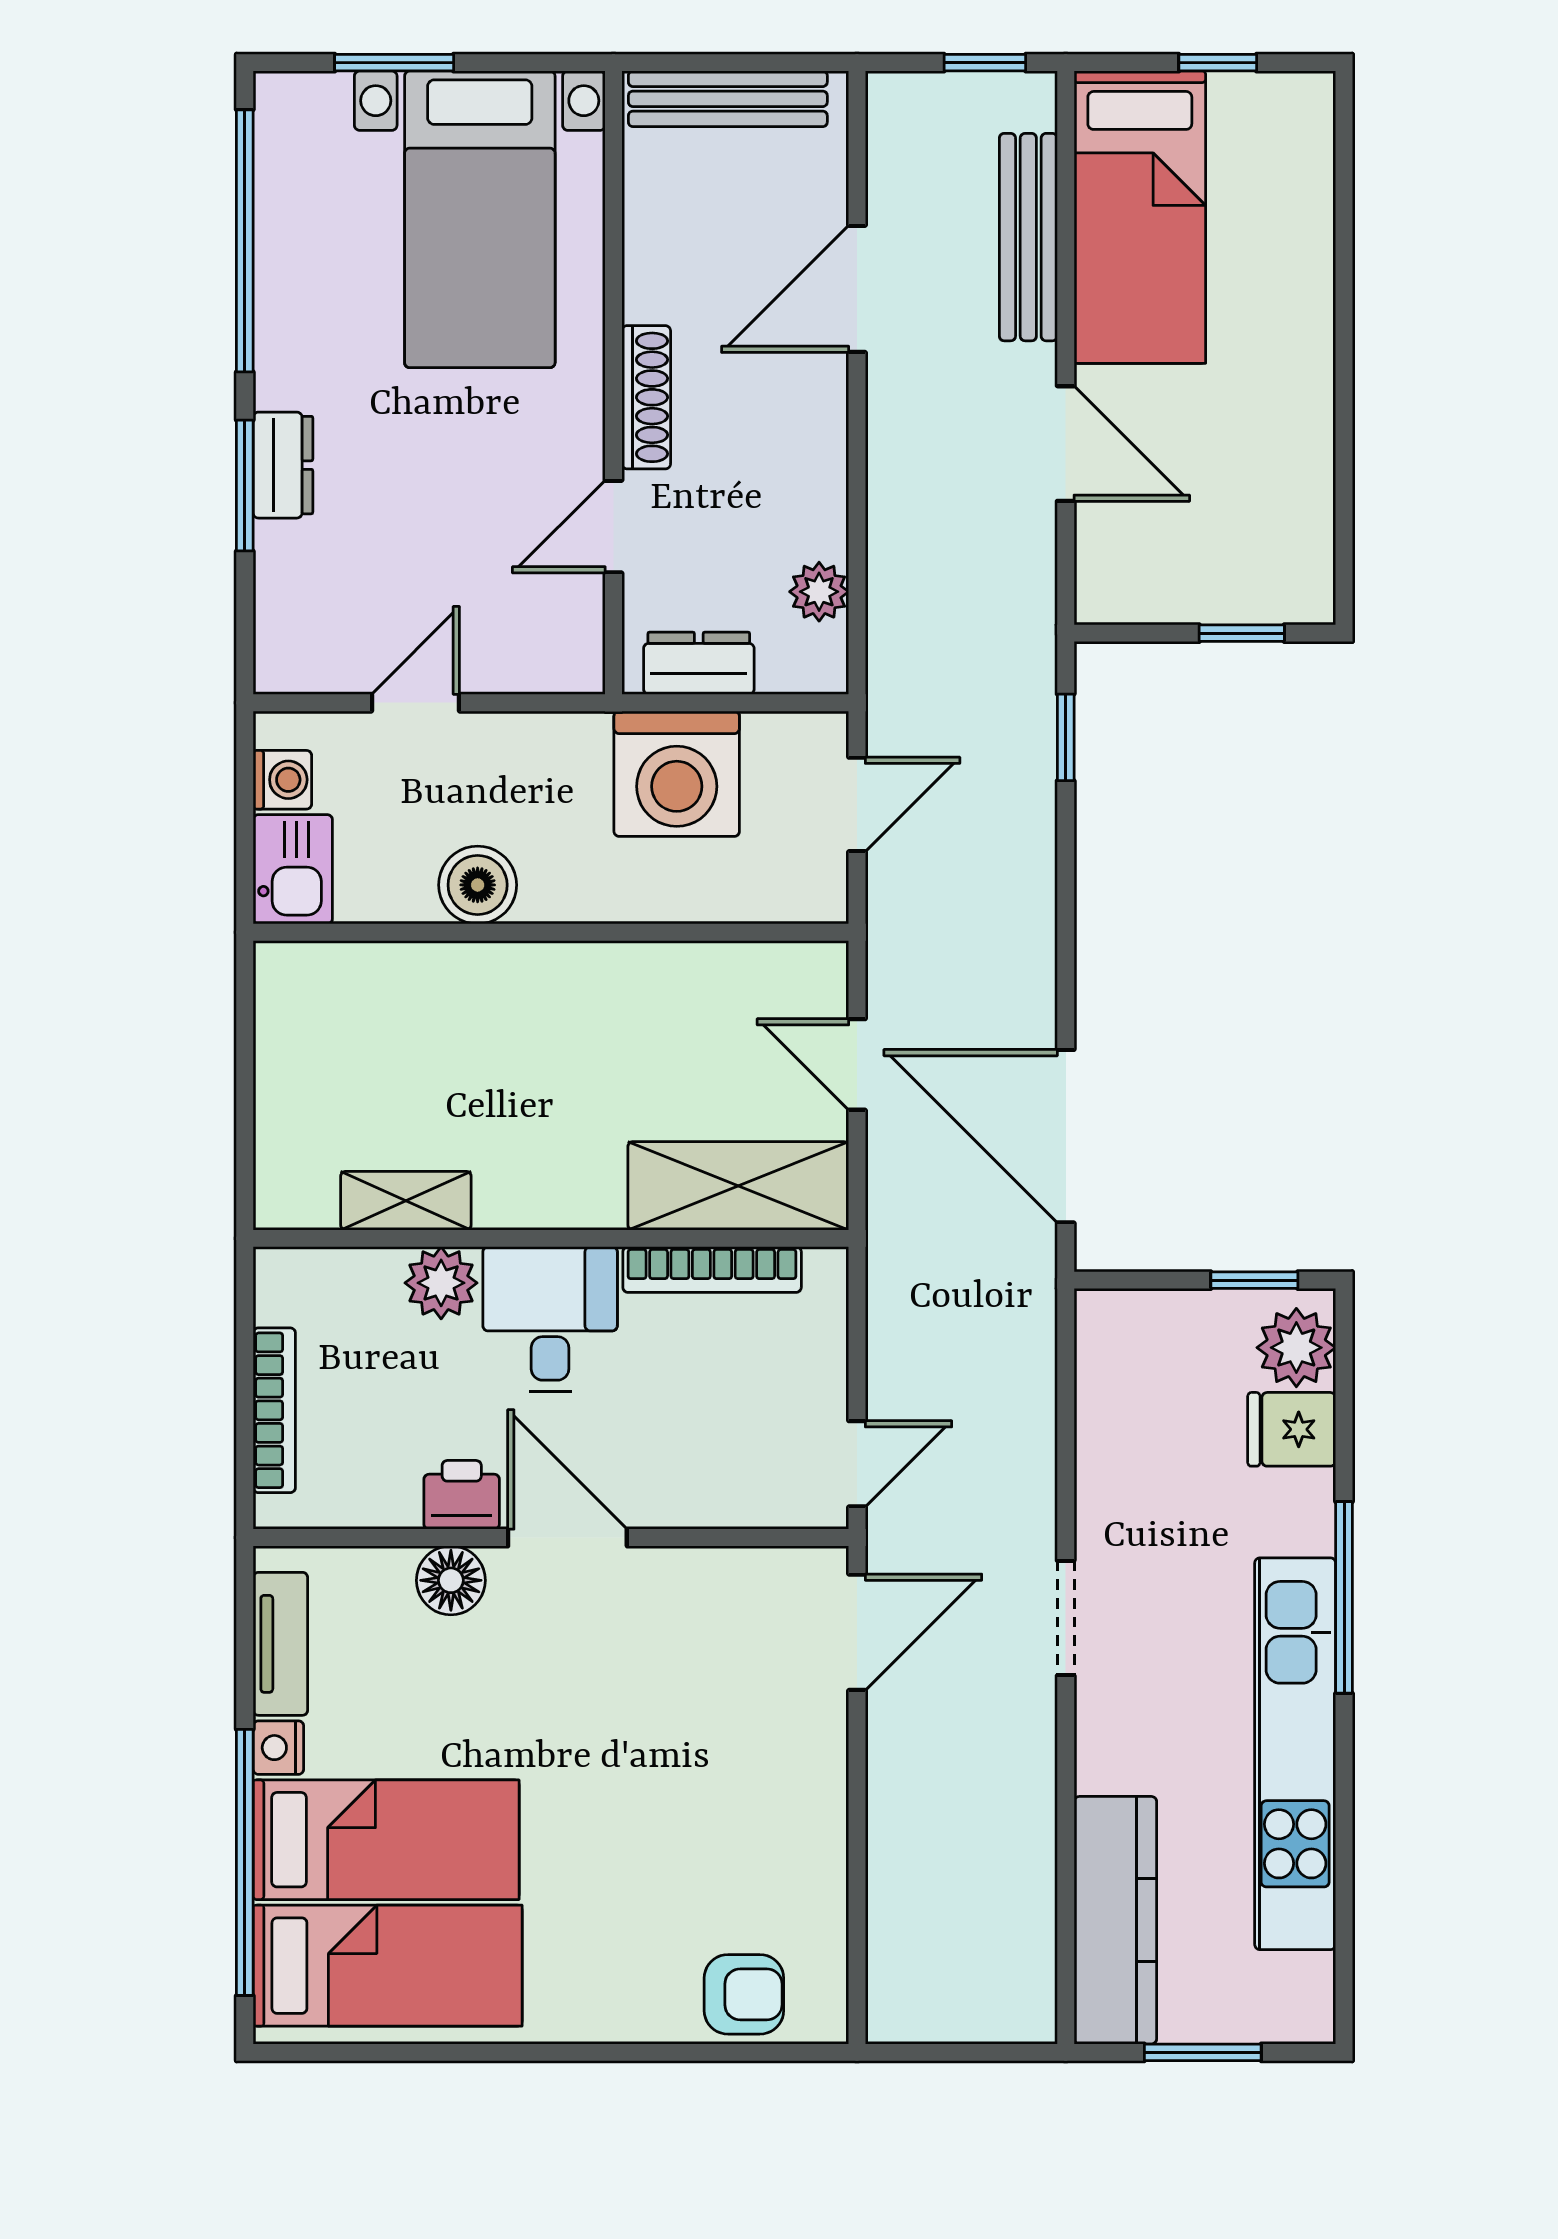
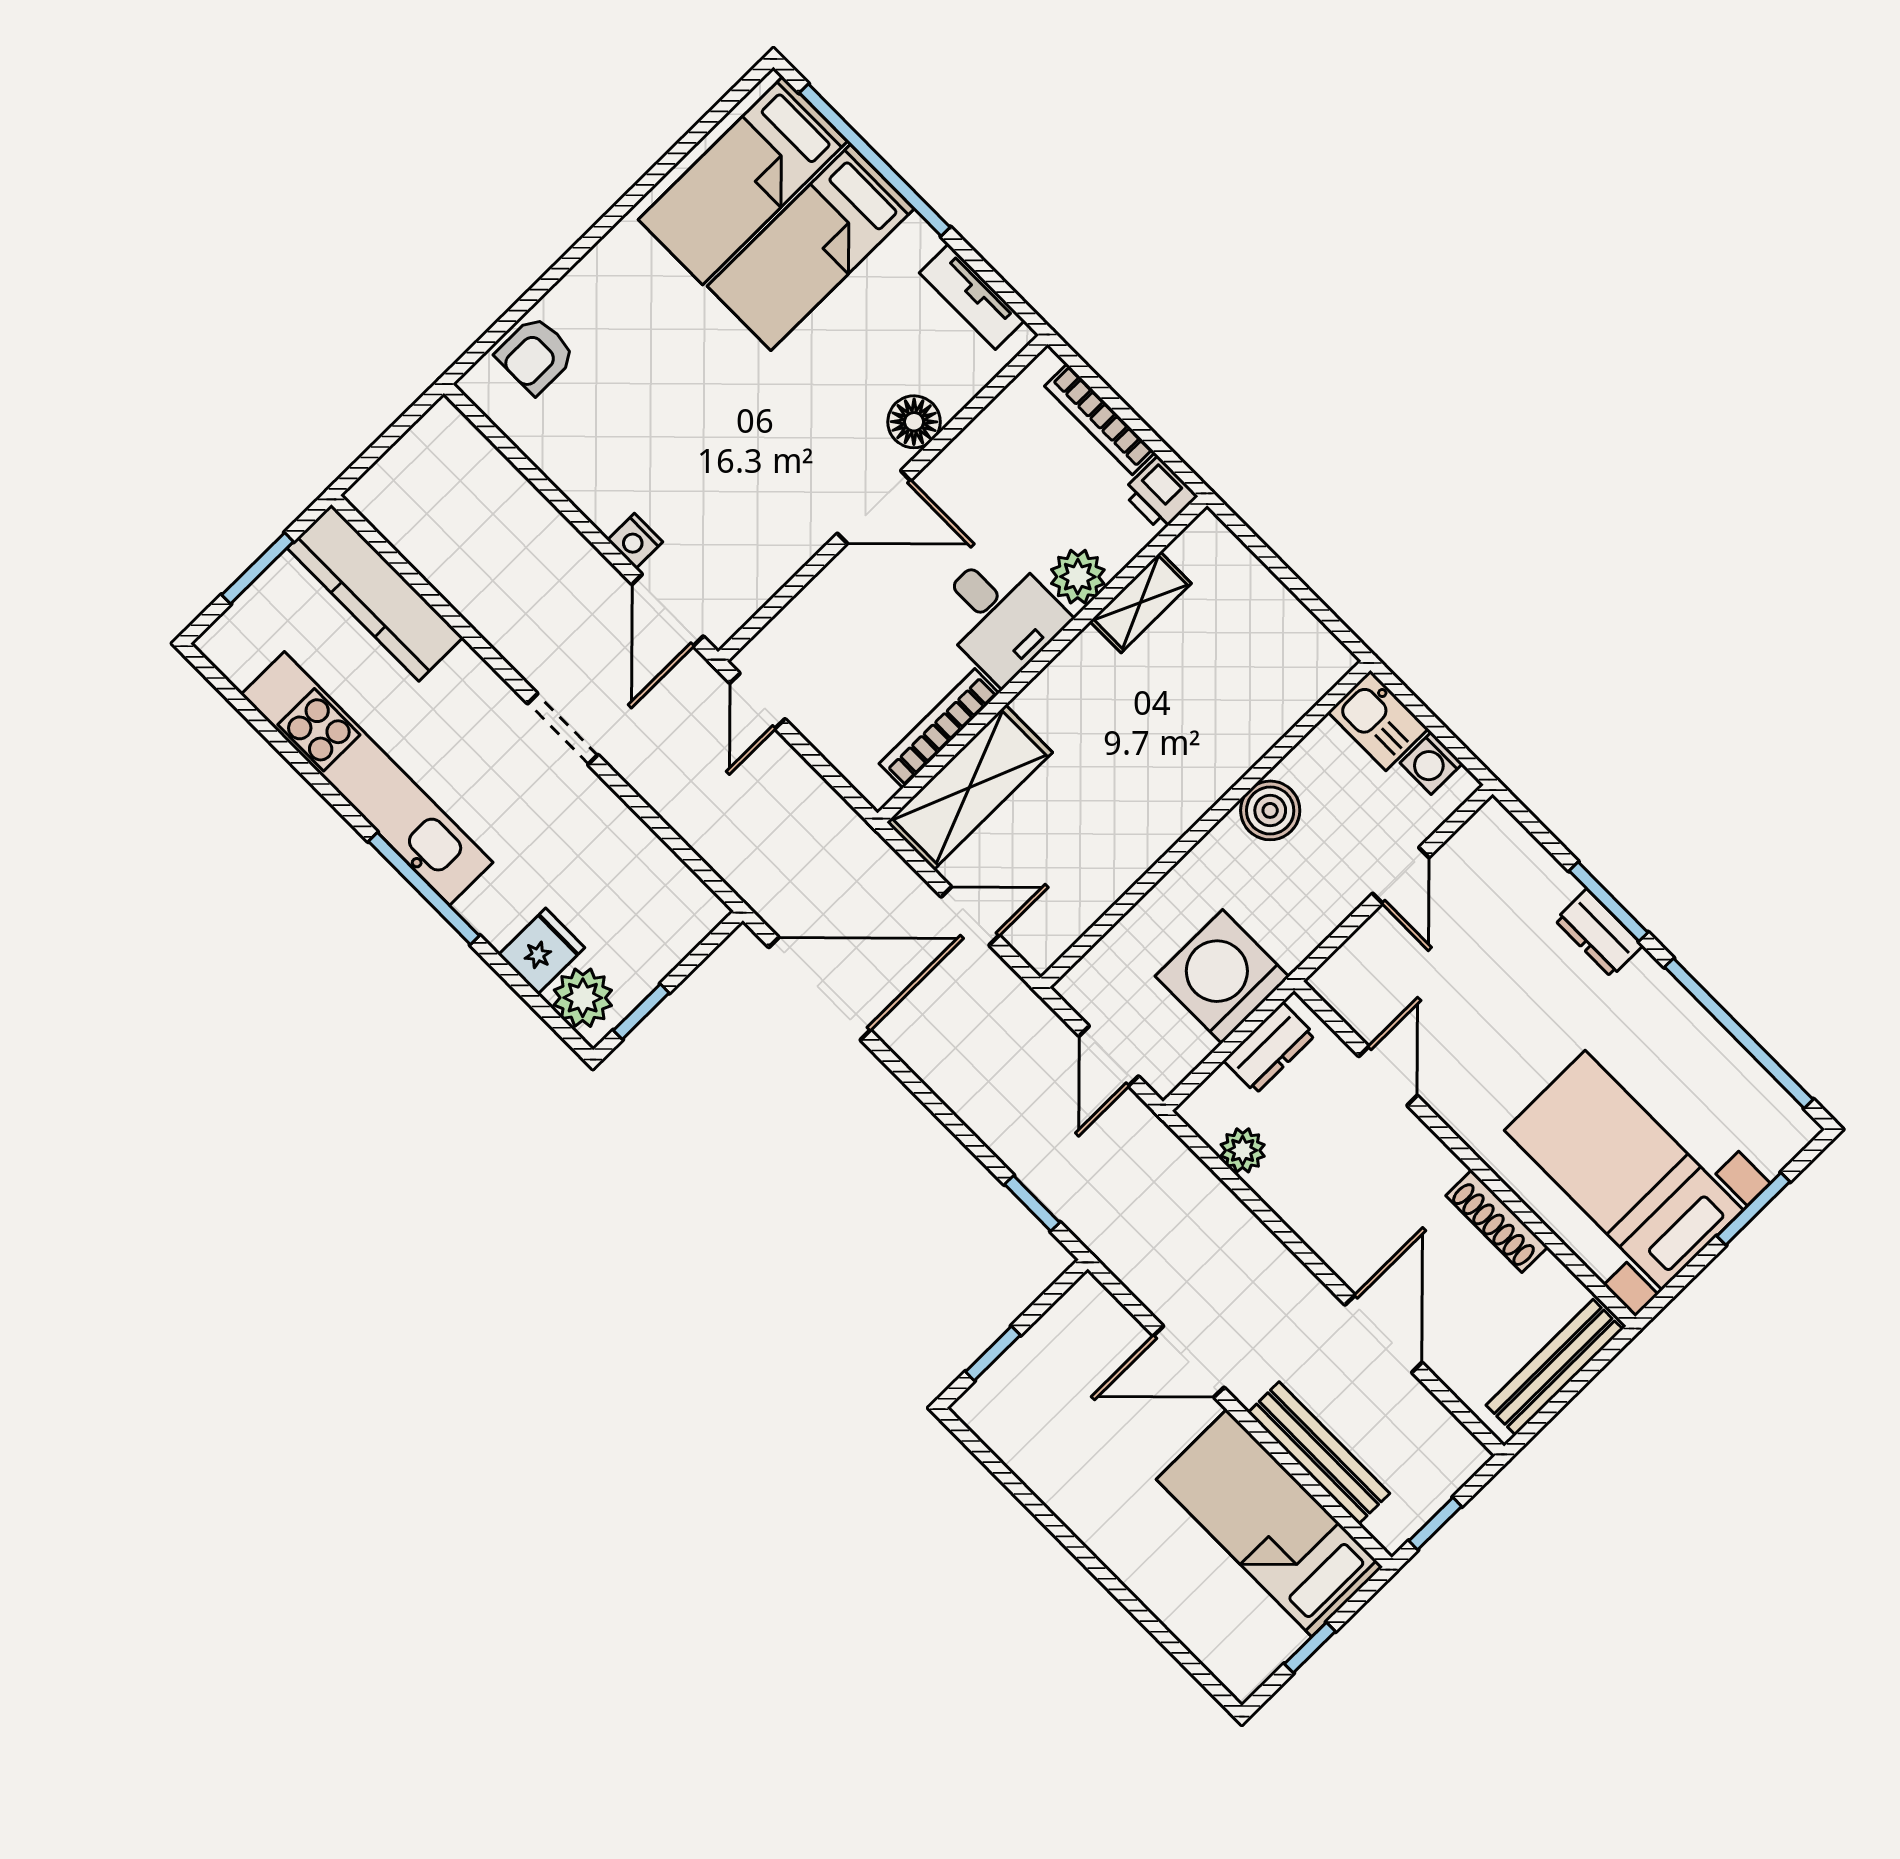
shoe rack: (646, 397) -> (1497, 1221), moved
printer: (462, 1495) -> (1160, 494), moved, turned 90
nightstand: (278, 1748) -> (635, 541), moved, turned 180

